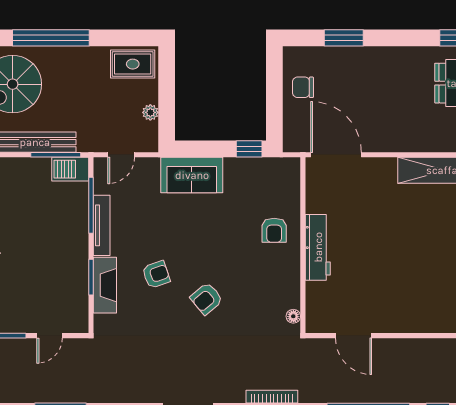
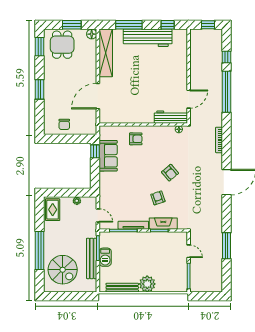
window: (344, 38) -> (40, 89), moved
door: (336, 155) -> (98, 96), moved
barbecue: (70, 169) -> (105, 257), moved
sofa: (192, 175) -> (108, 156), moved
workbench: (318, 247) -> (171, 117), moved

